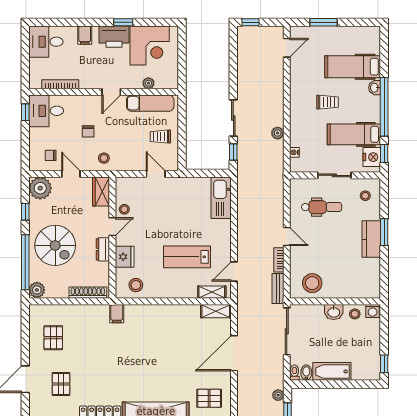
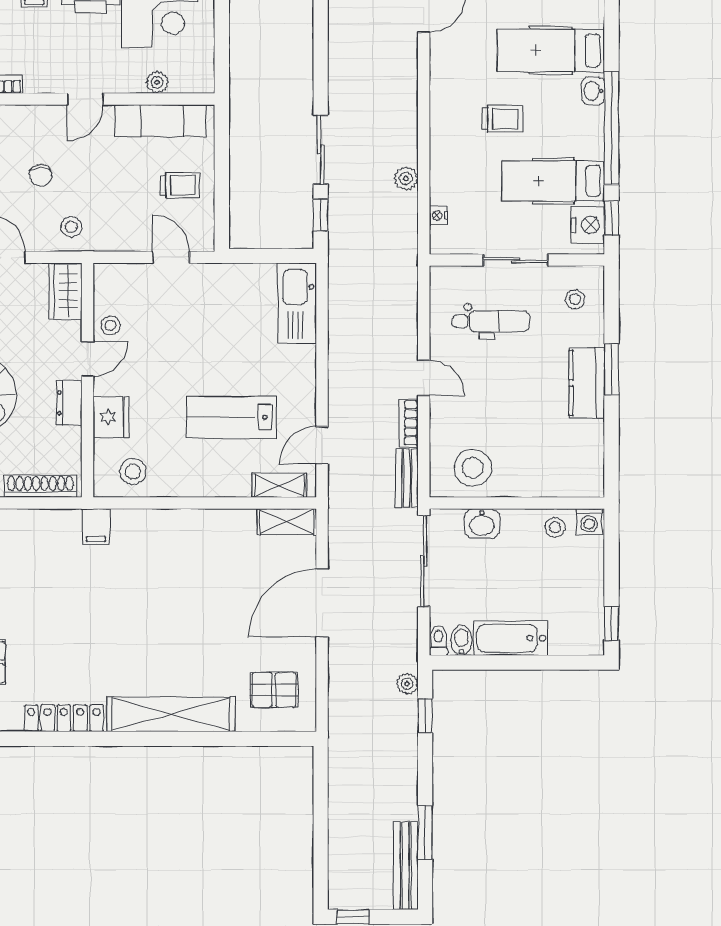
trolley: (160, 137) -> (180, 185), turned 180
washbasin: (334, 312) -> (482, 524), moved

